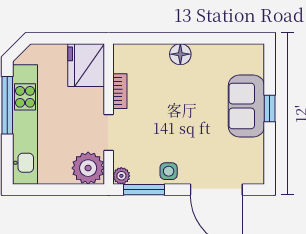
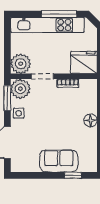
window: (270, 108) -> (73, 175), moved
plant: (121, 176) -> (20, 89), width x1.88, depth x1.88

